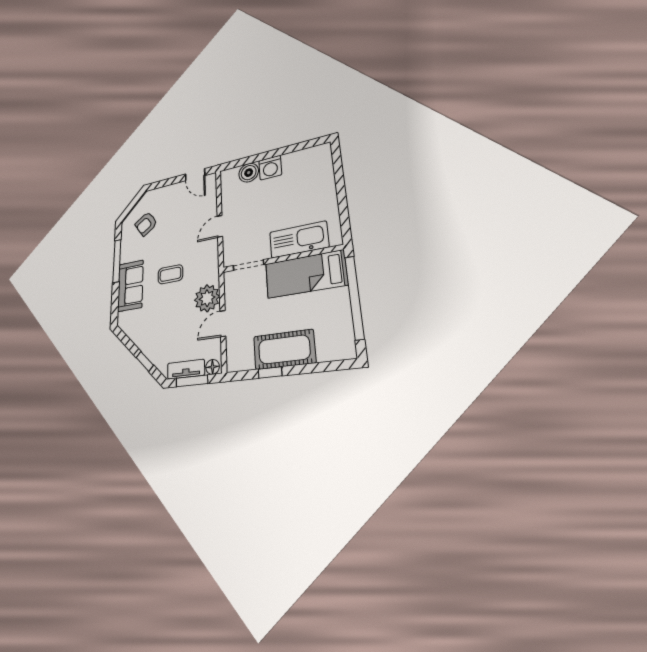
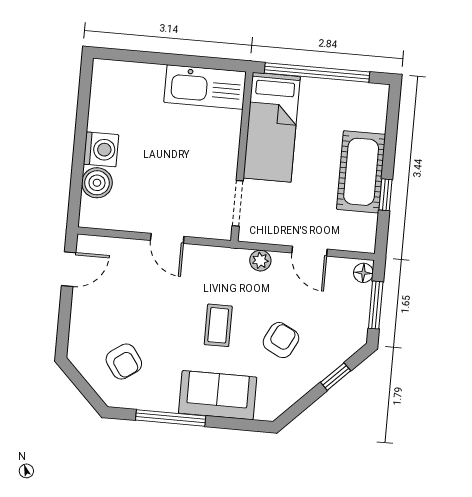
kitchen sink: (299, 240) -> (205, 87), moved, turned -90
plant: (207, 298) -> (260, 261), width x0.53, depth x0.53
armchair: (165, 318) -> (281, 340), added
tv unit: (186, 369) -> (359, 313), removed

